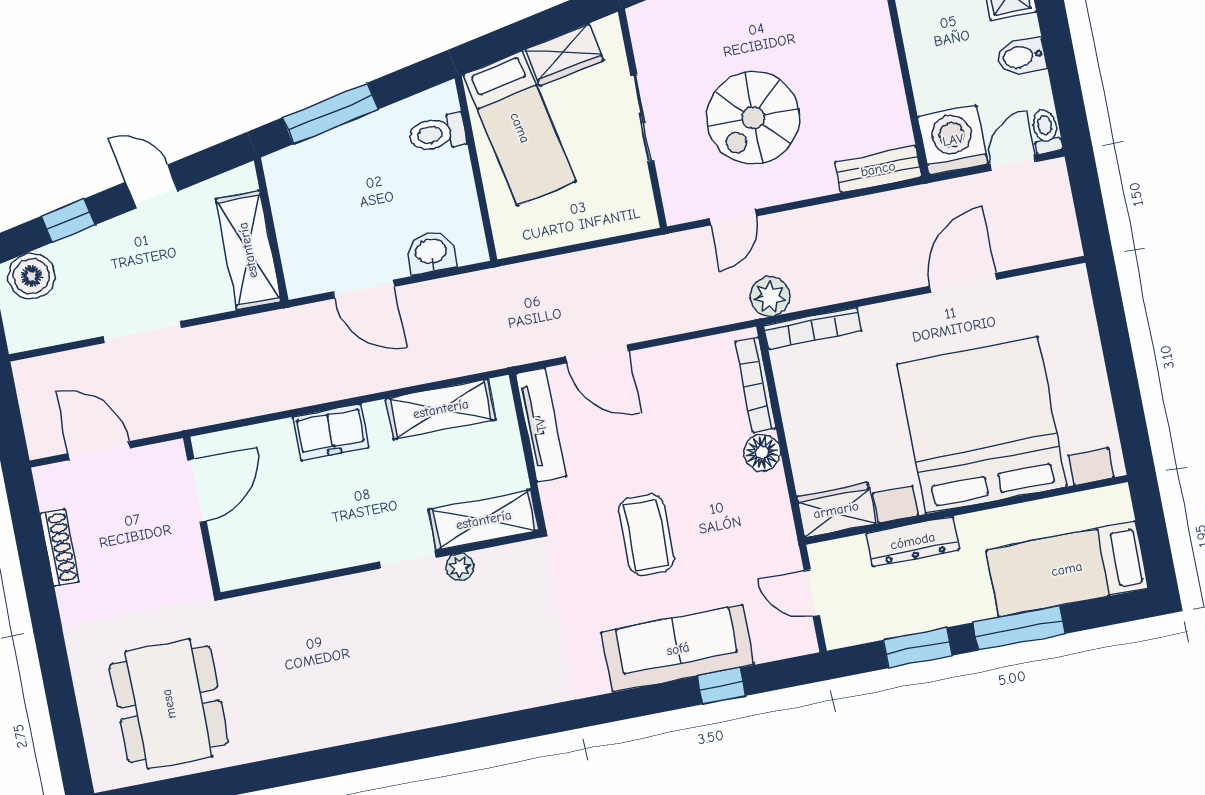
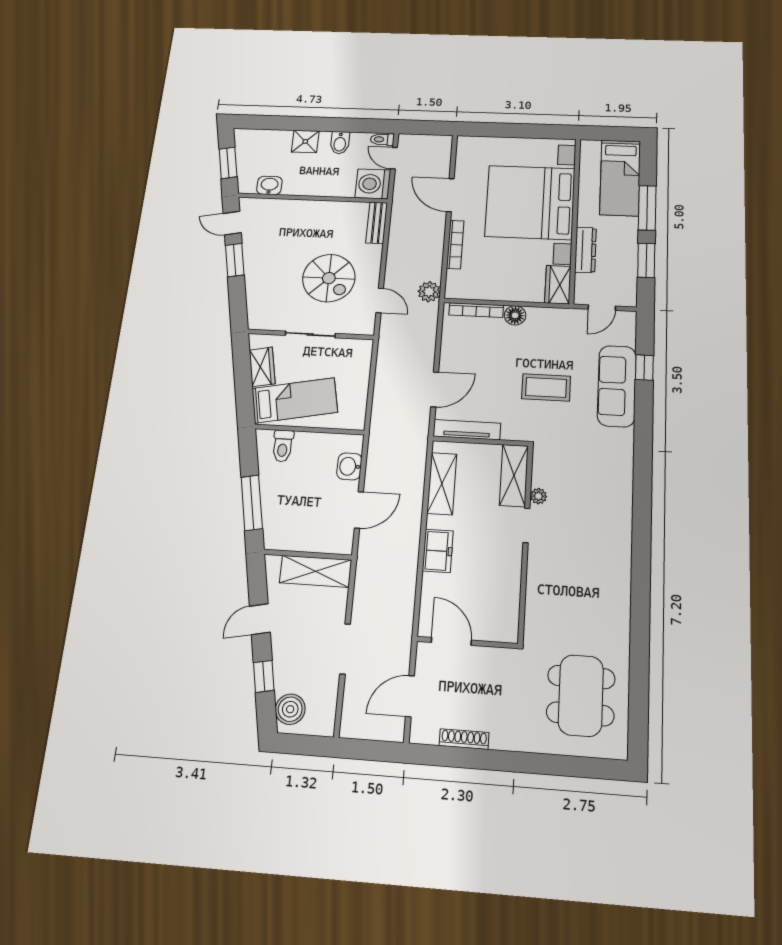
bookcase: (813, 328) -> (455, 245), moved
dining table: (169, 704) -> (581, 695), turned 90

